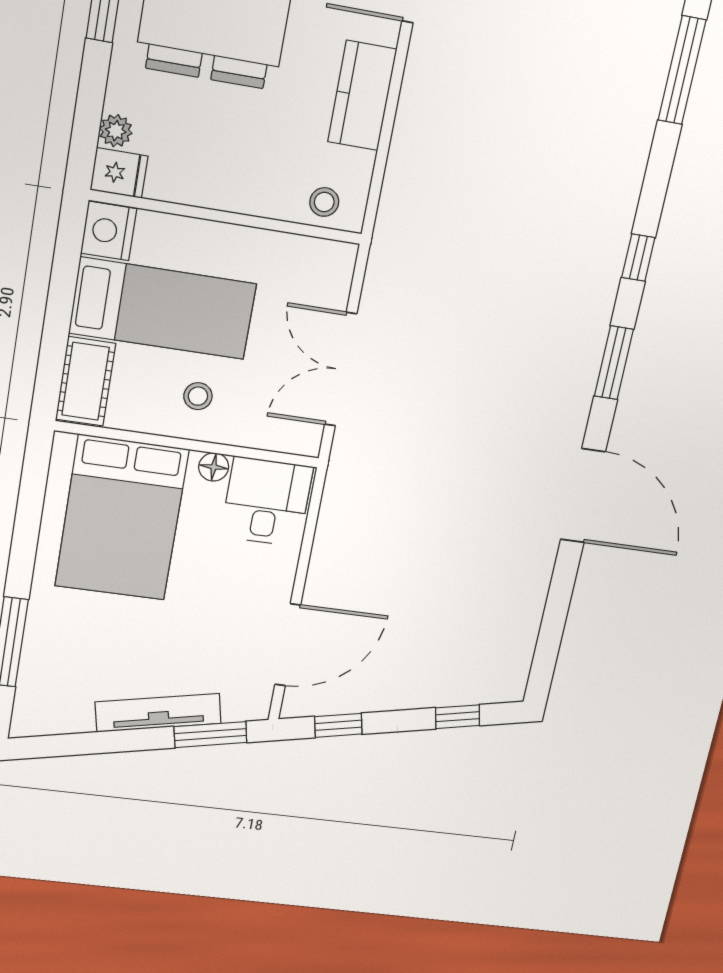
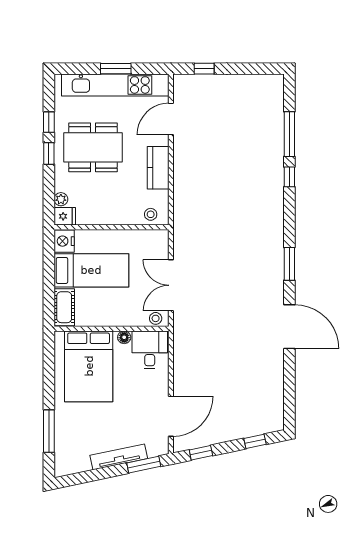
window: (638, 258) -> (289, 177), moved
stool: (198, 396) -> (156, 318), moved

